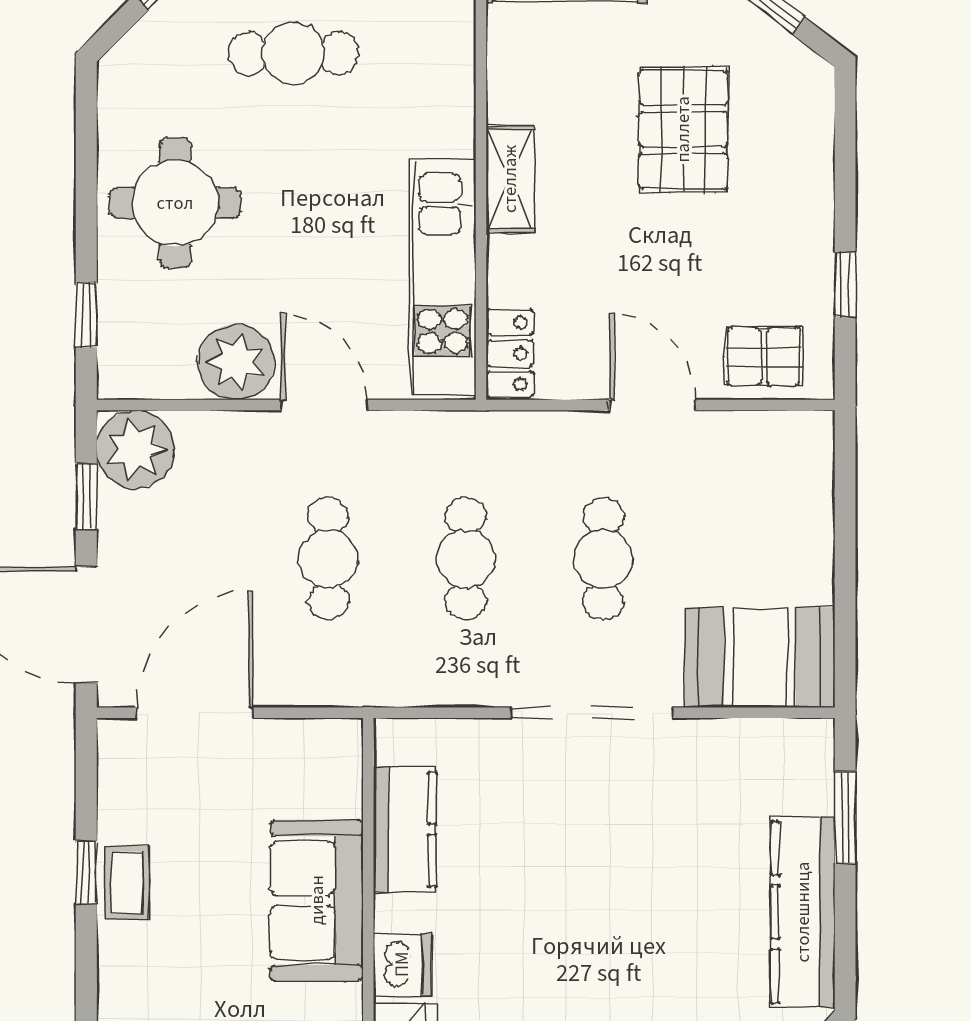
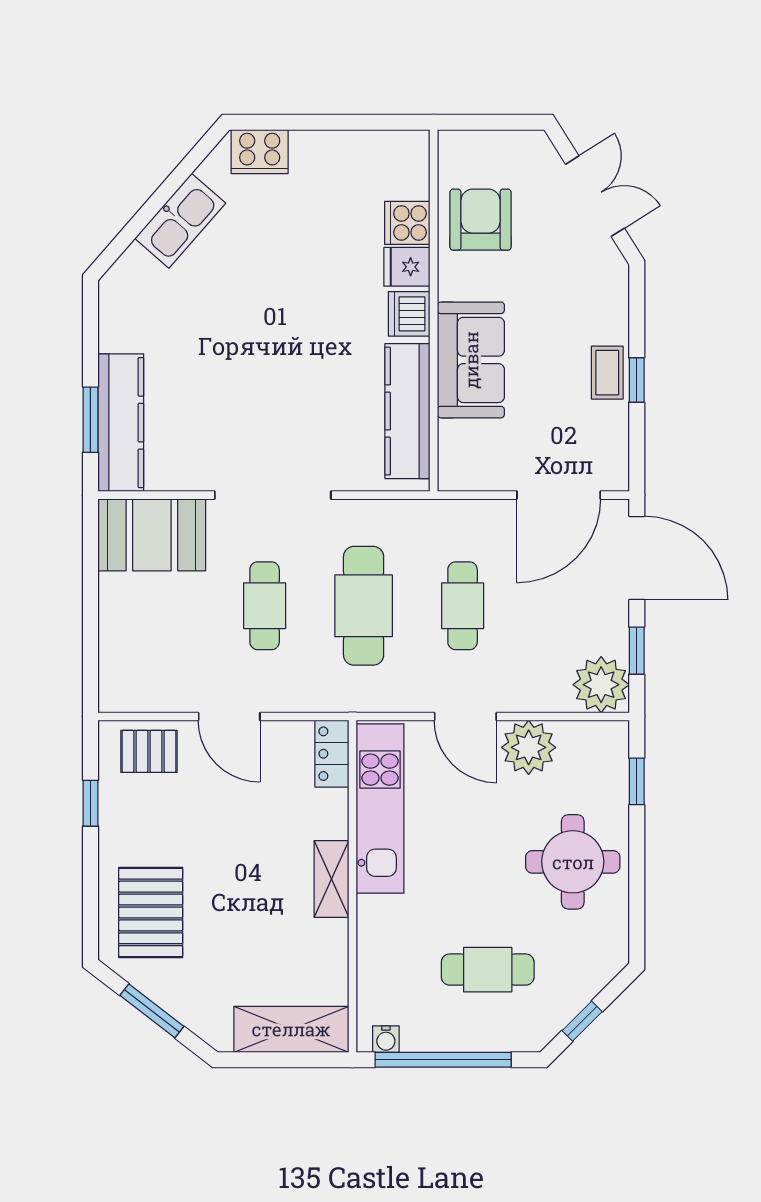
pallet: (683, 129) -> (151, 912), moved
cafe table: (466, 559) -> (364, 606), width x1.37, depth x1.35
kitchen counter: (405, 829) -> (407, 411), width x1.50
kitchen counter: (803, 912) -> (121, 423), moved

